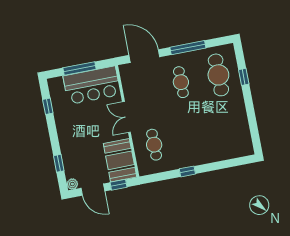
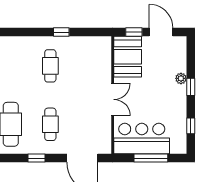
window: (188, 48) -> (36, 158), width x0.46
cafe table: (154, 145) -> (50, 66), moved
window: (59, 163) -> (191, 87), moved
plant: (72, 184) -> (181, 78), moved

